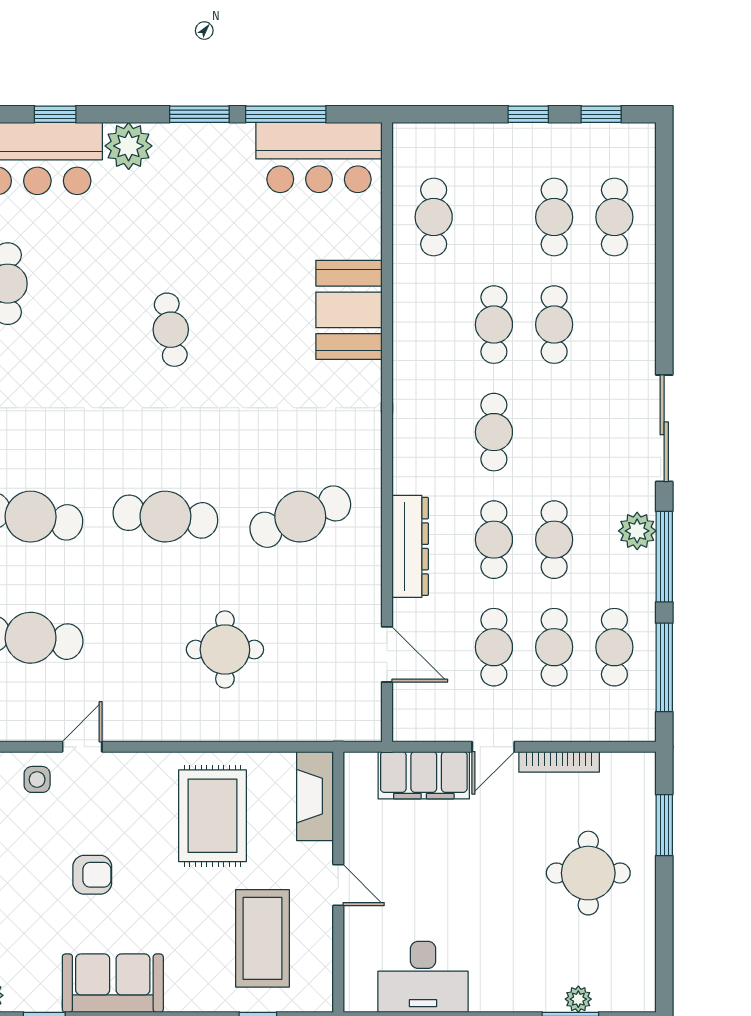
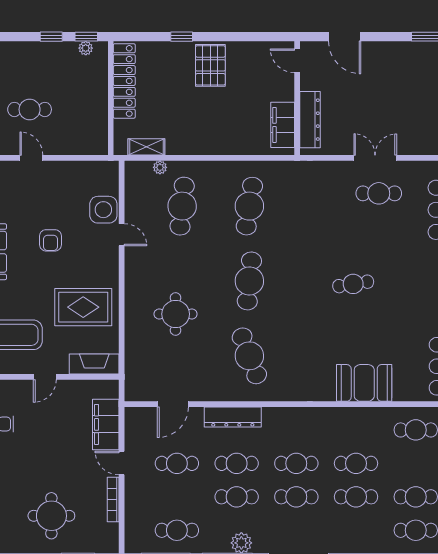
cafe table: (554, 647) -> (296, 497), moved
side table: (37, 779) -> (103, 210), width x1.87, depth x1.87

